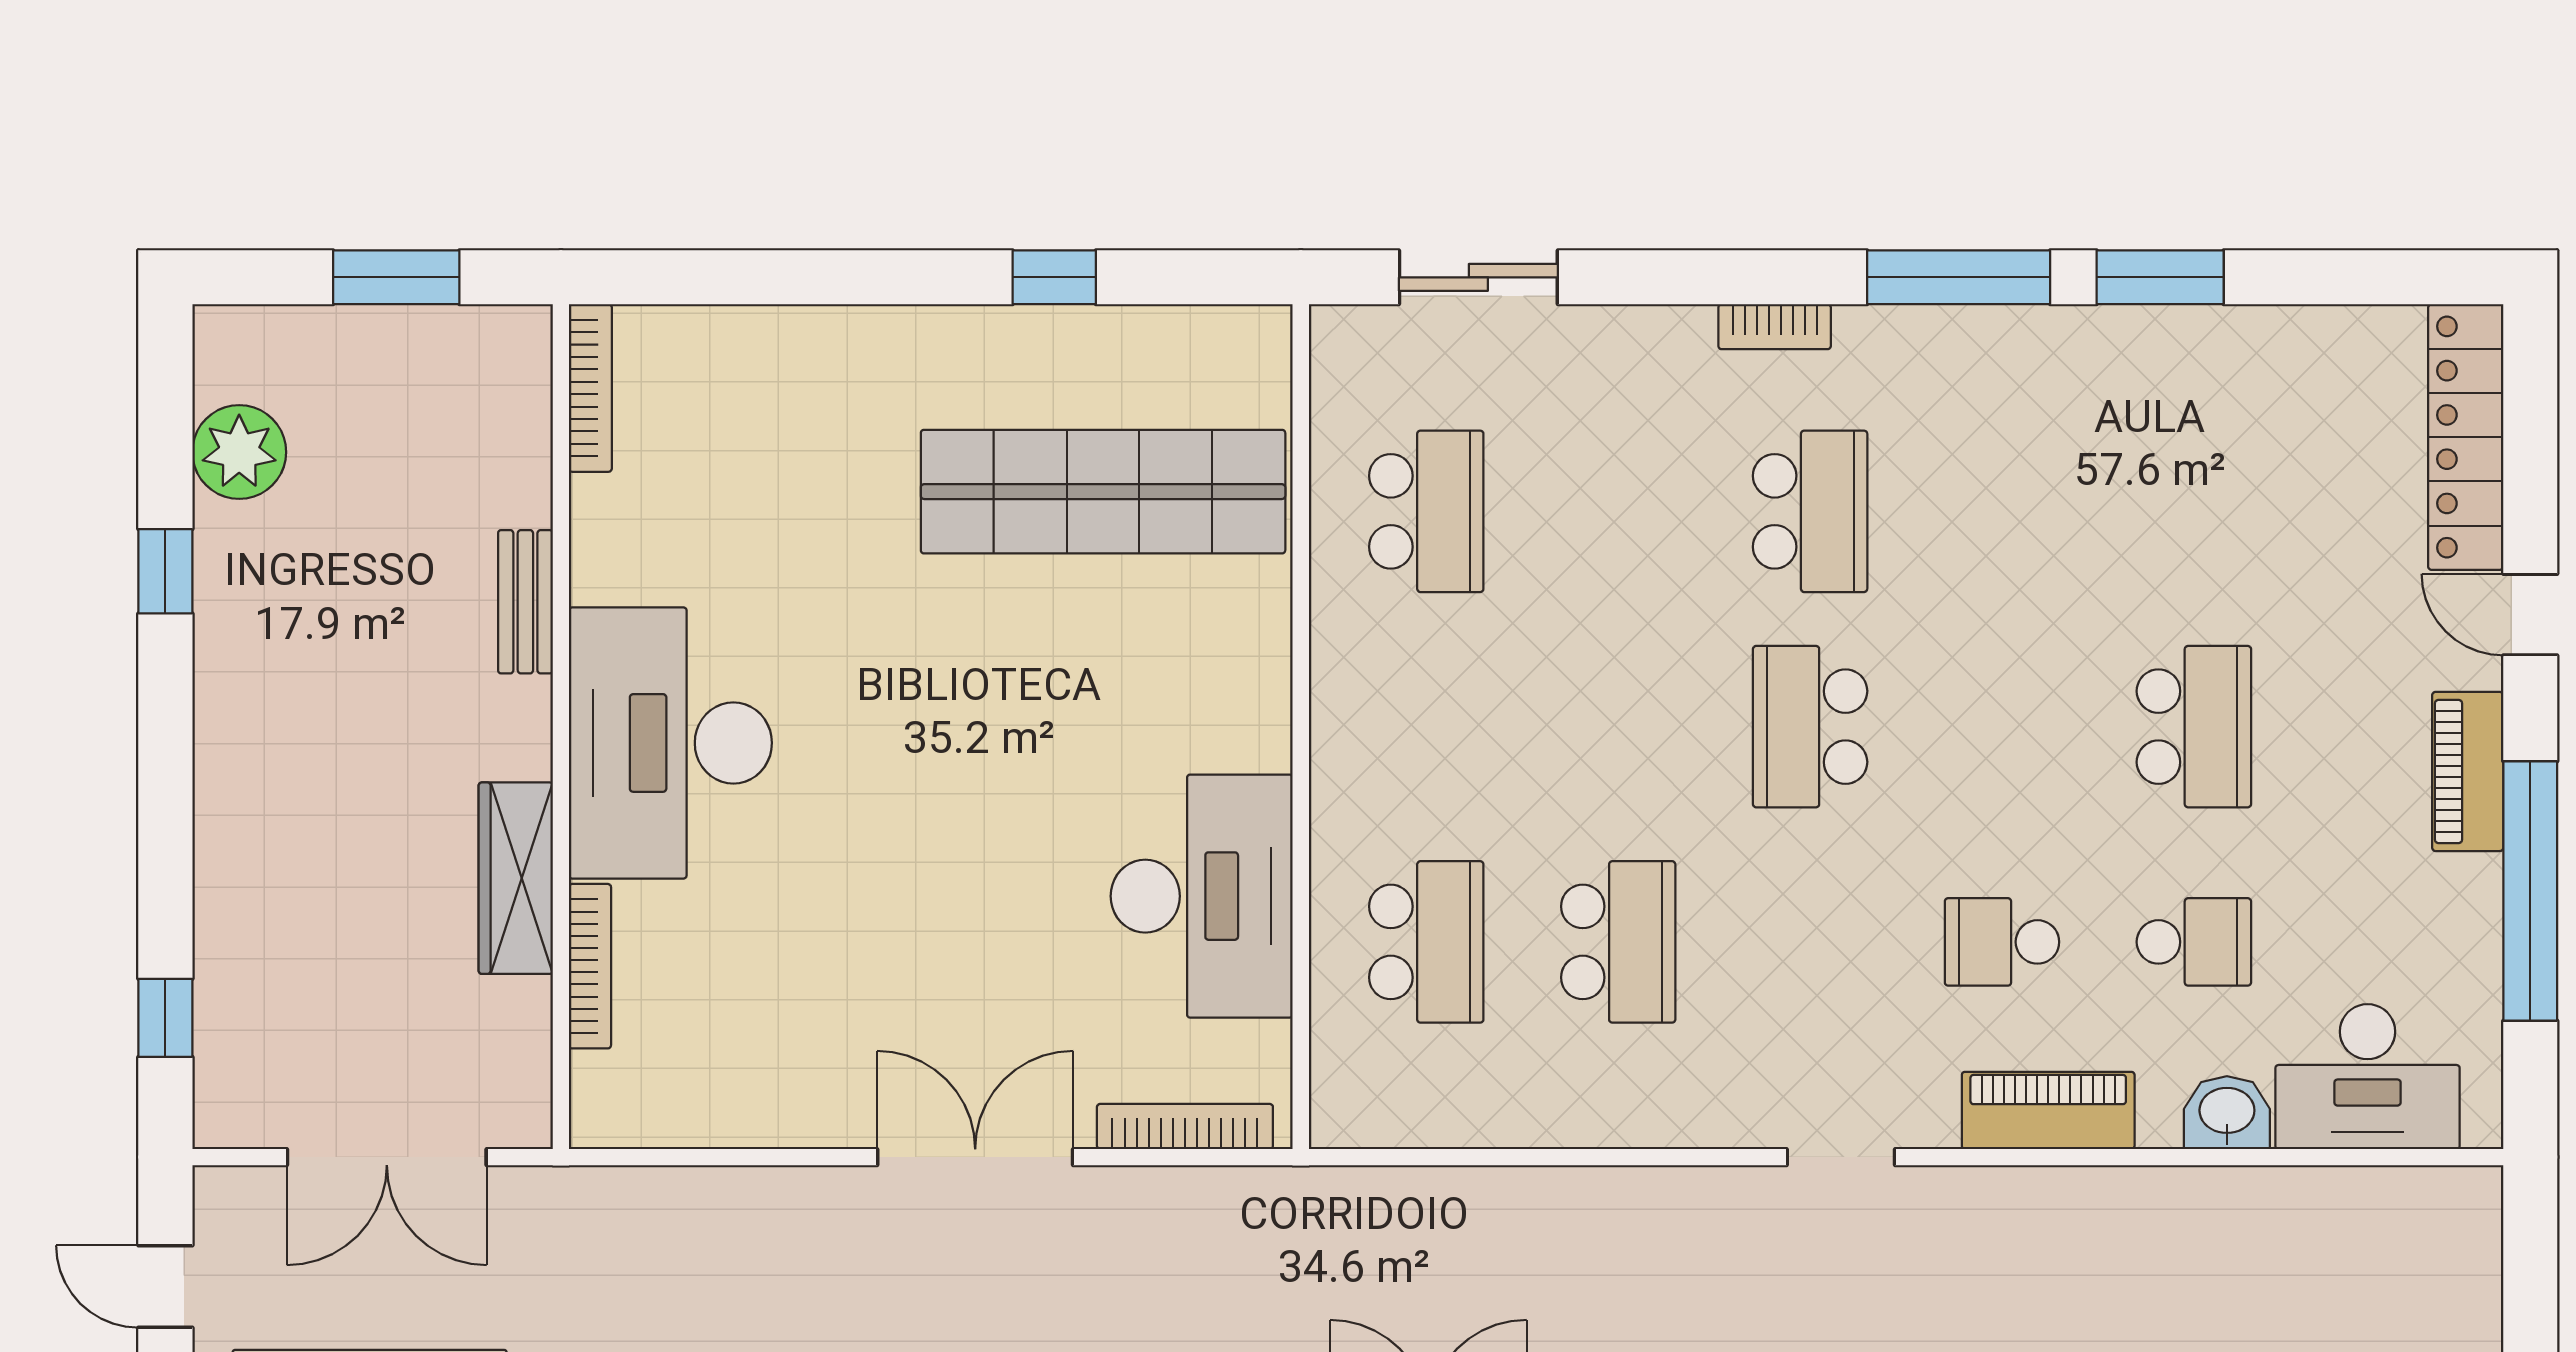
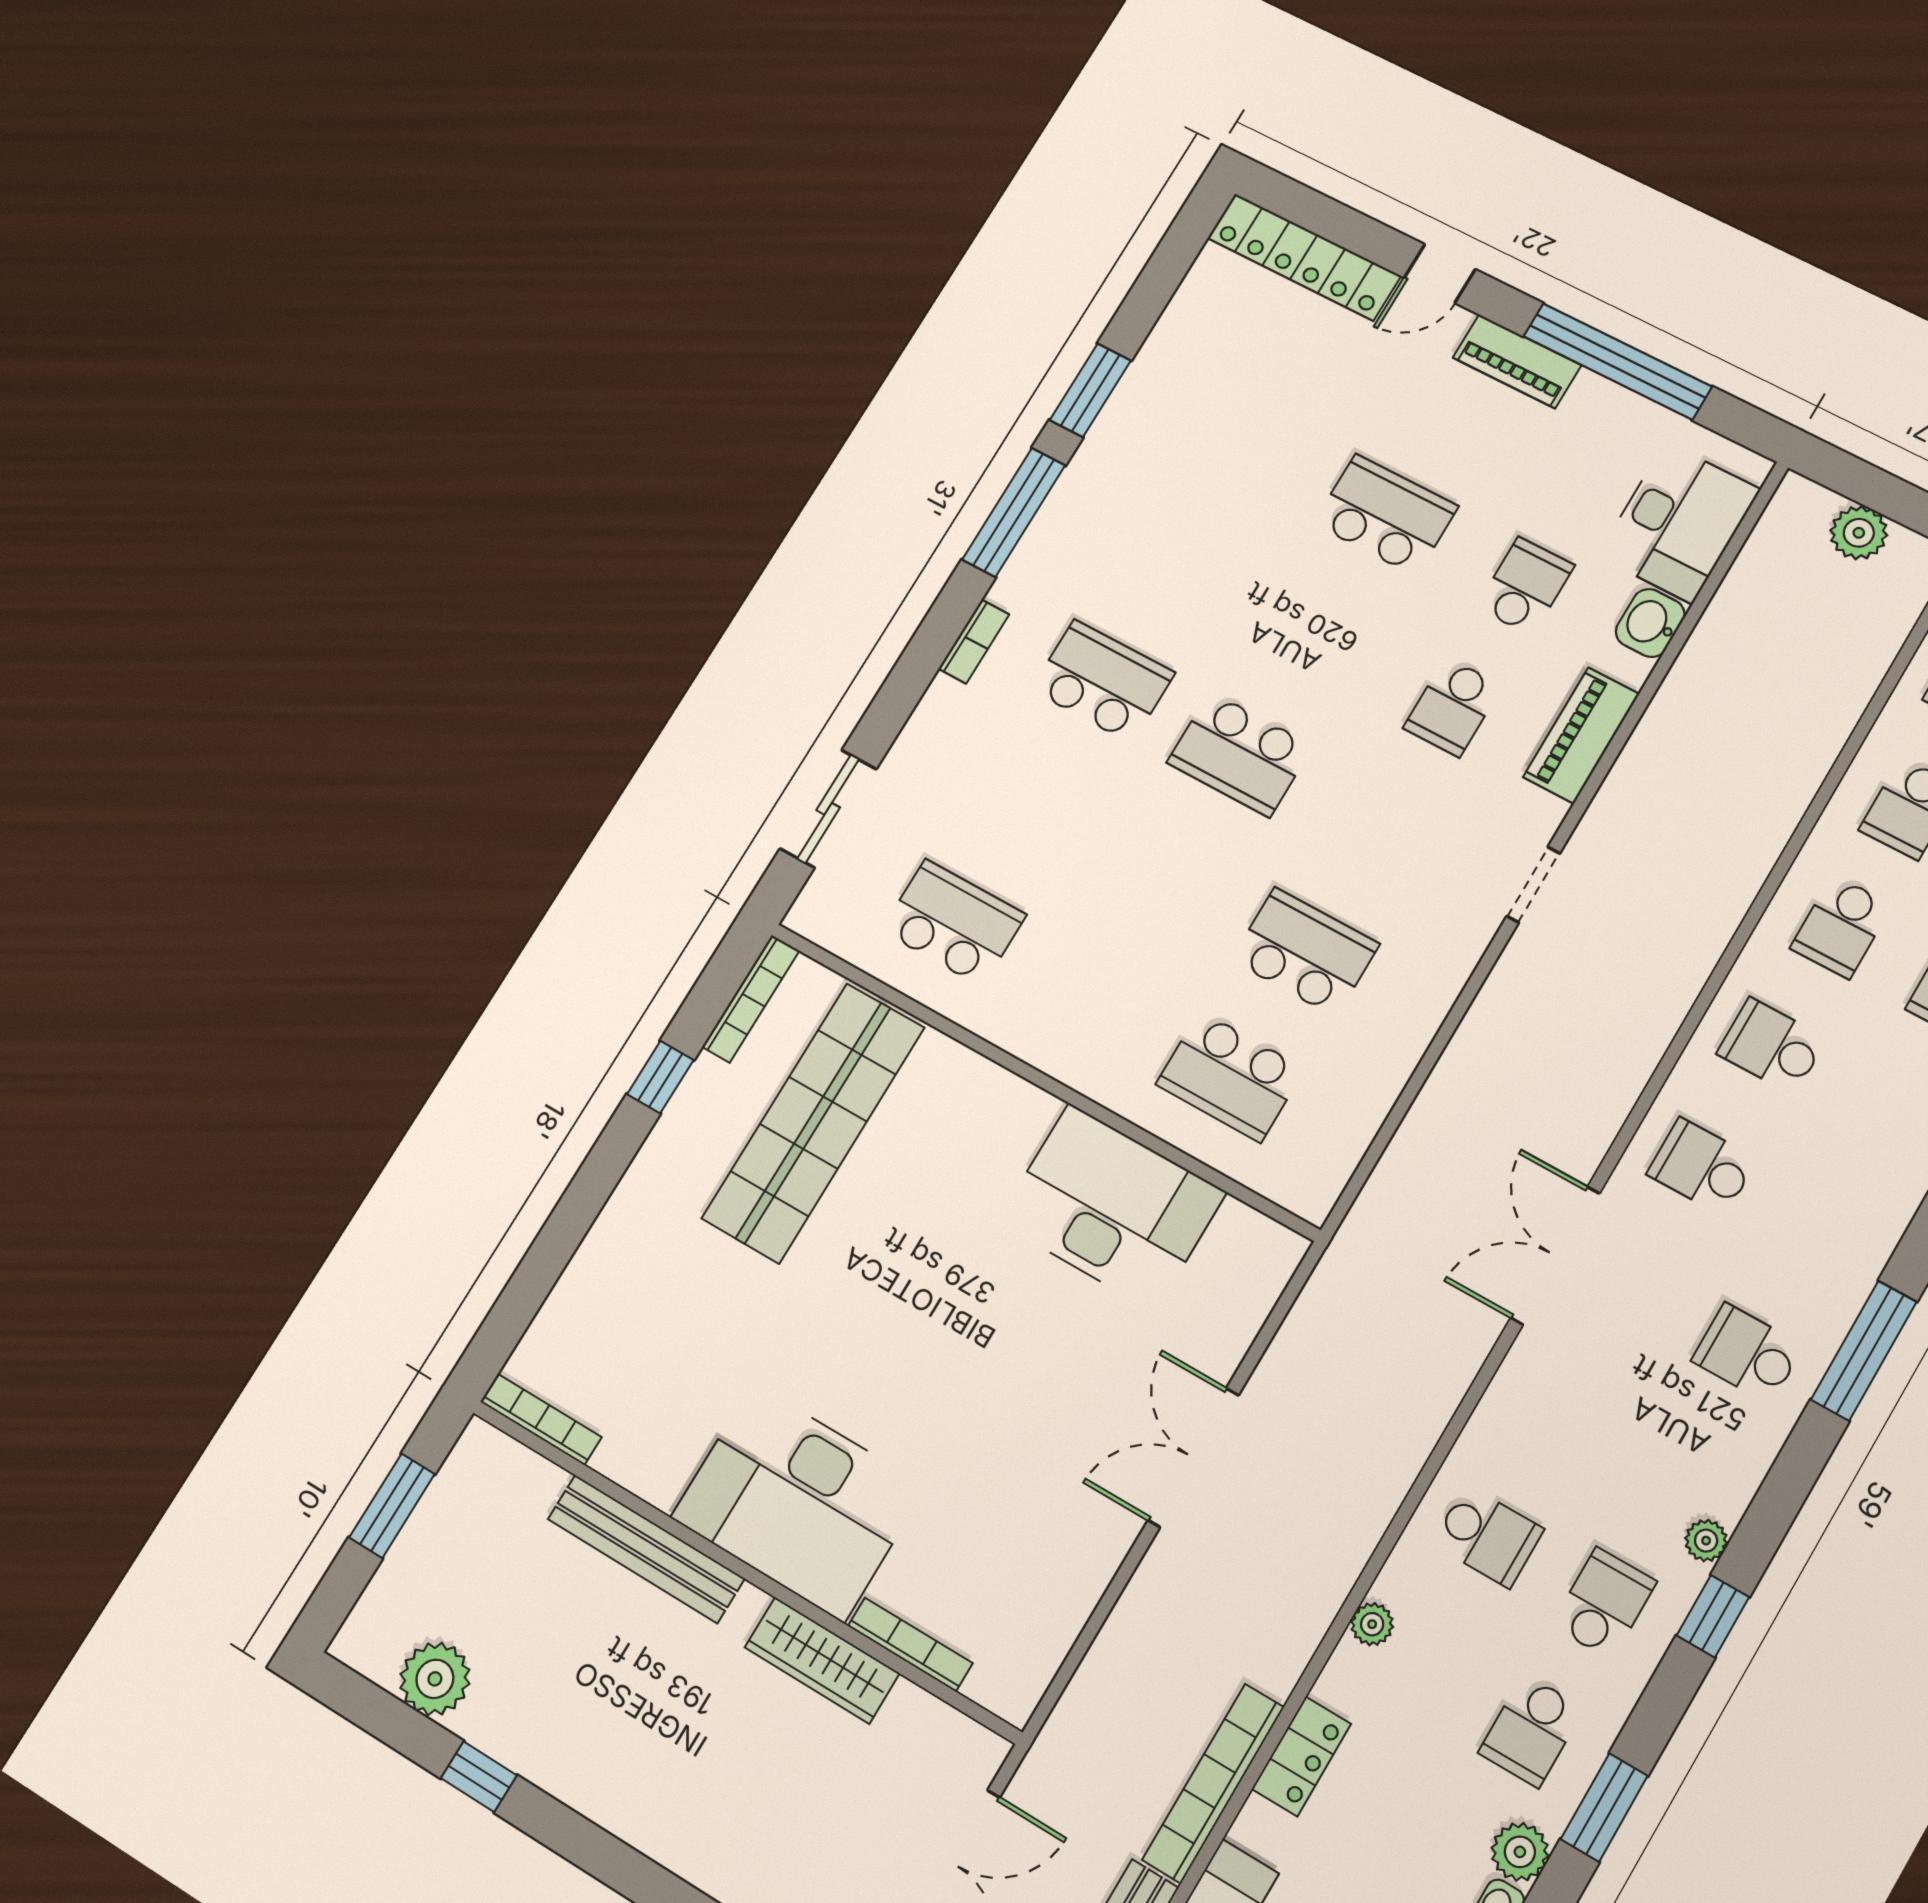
bench: (525, 602) -> (646, 1549), width x1.86, depth x1.21
school desk: (1426, 942) -> (1230, 1076), turned 180
bookcase: (1185, 1126) -> (751, 999), moved, turned 180
plant: (2466, 1291) -> (1859, 533), added

